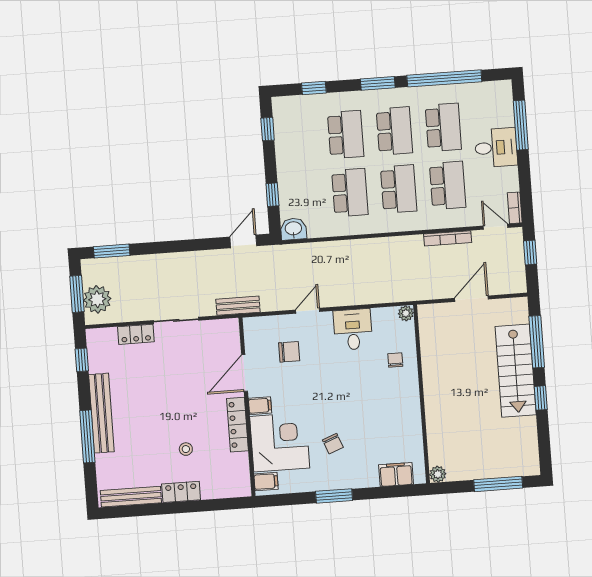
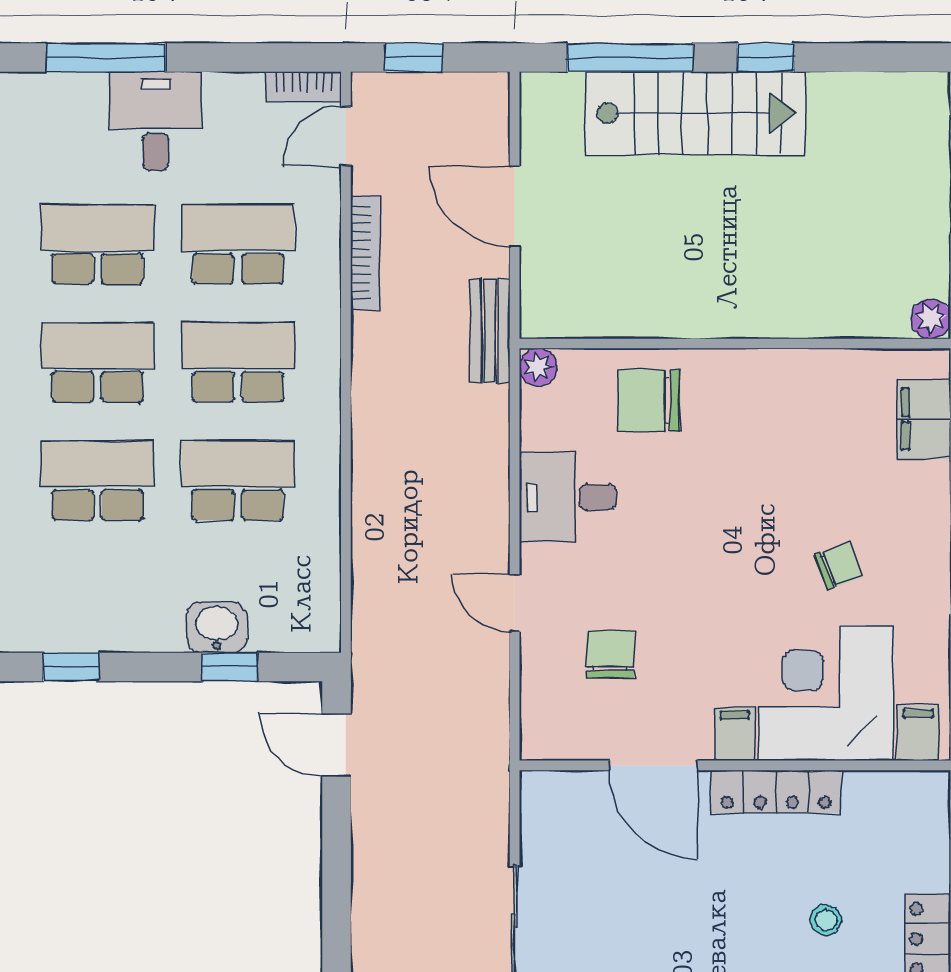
washbasin: (293, 229) -> (217, 627), moved, turned 90
bench: (238, 306) -> (490, 331), moved
chair: (395, 360) -> (649, 401), width x1.87, depth x1.87

